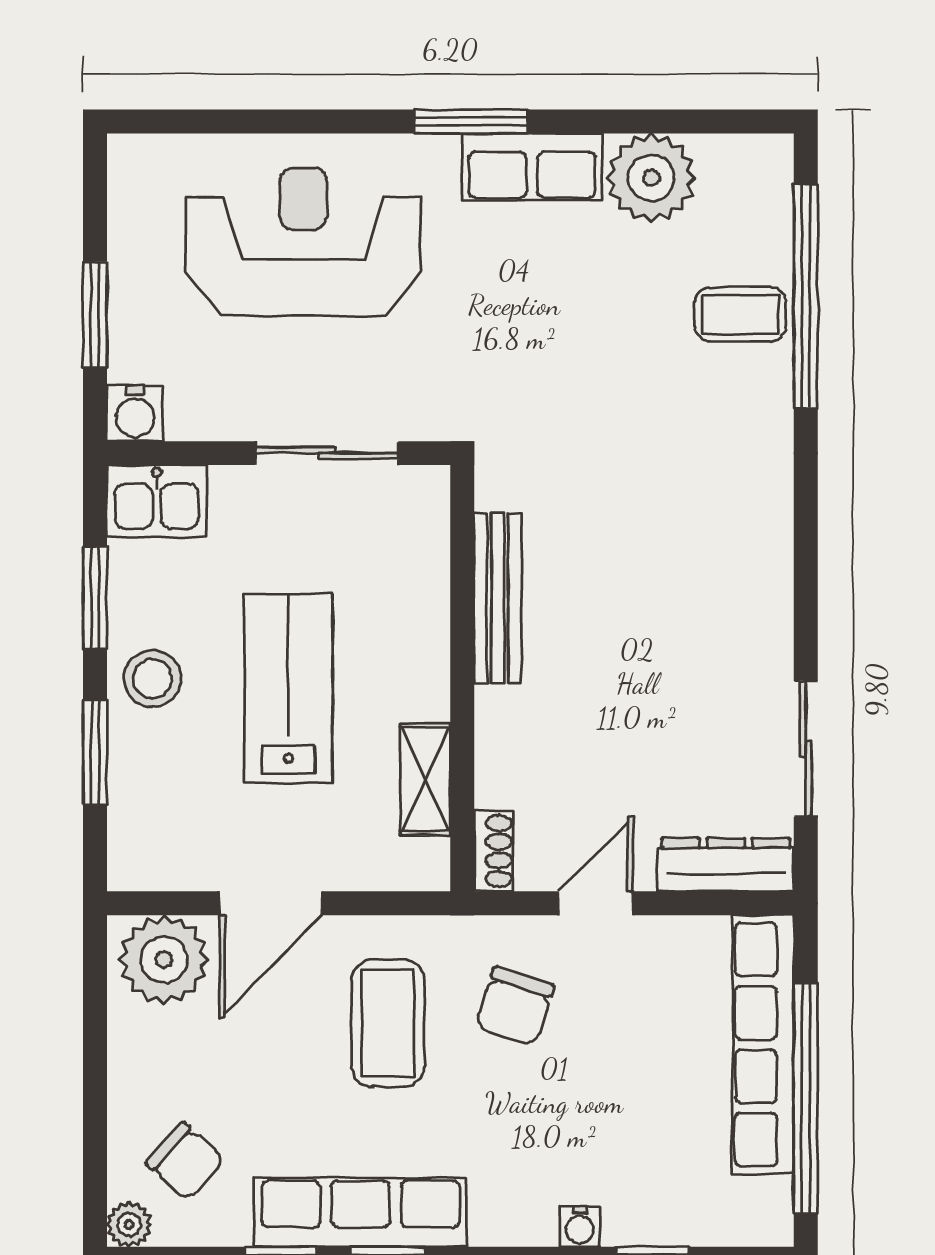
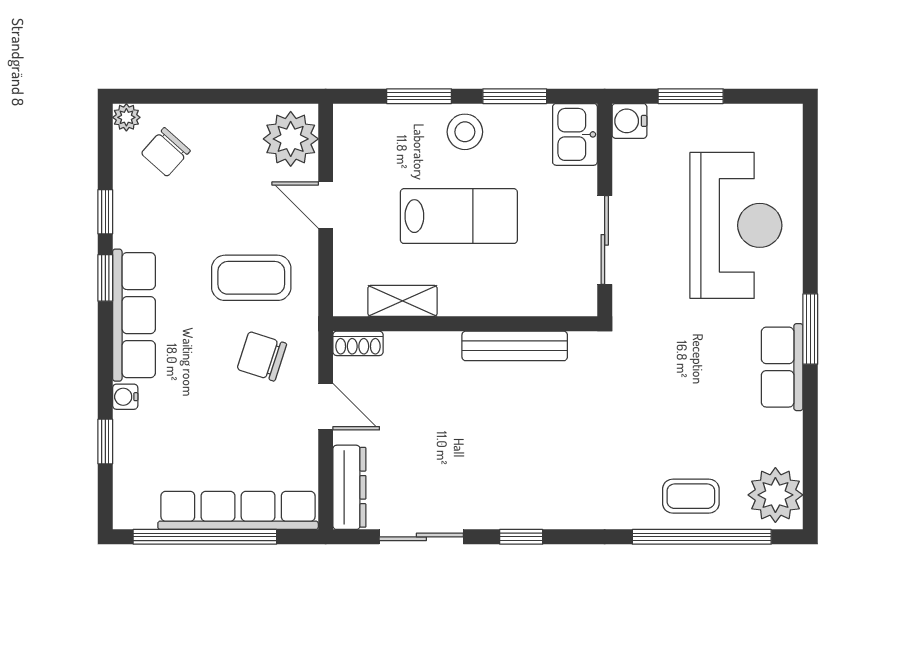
plant: (651, 178) -> (775, 495), moved
coffee table: (740, 314) -> (691, 496), turned 90
window: (806, 588) -> (521, 537), added
door: (271, 903) -> (326, 205), width x0.73
row of seats: (360, 1212) -> (134, 315), moved

